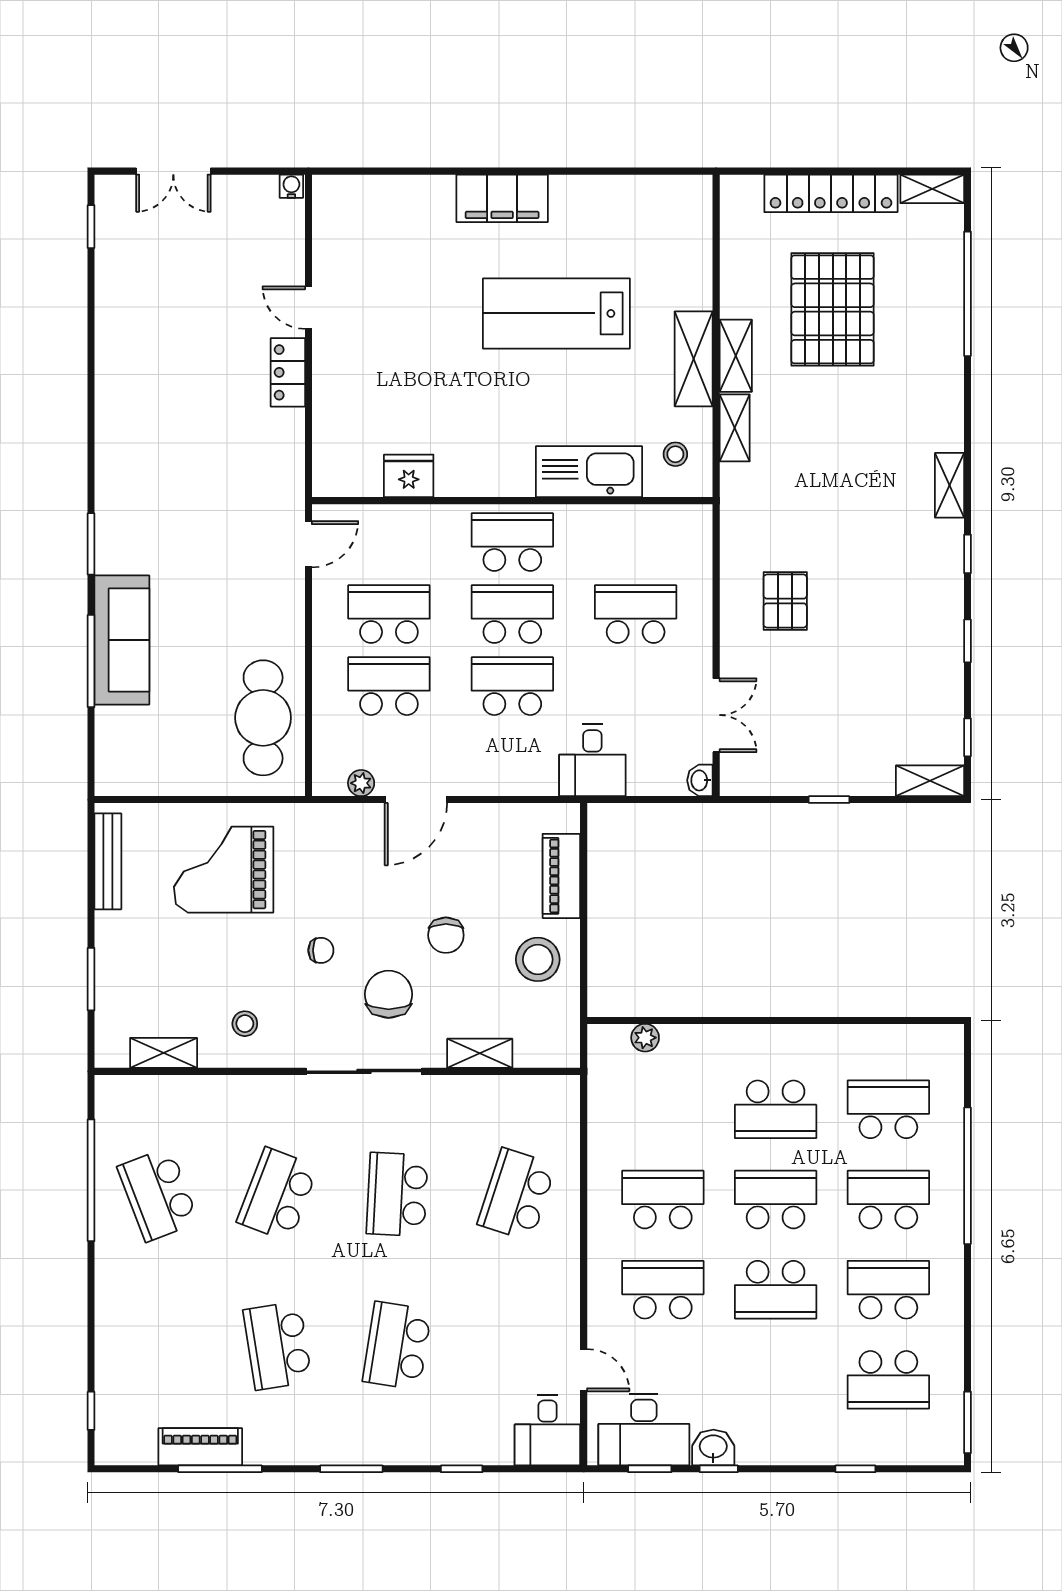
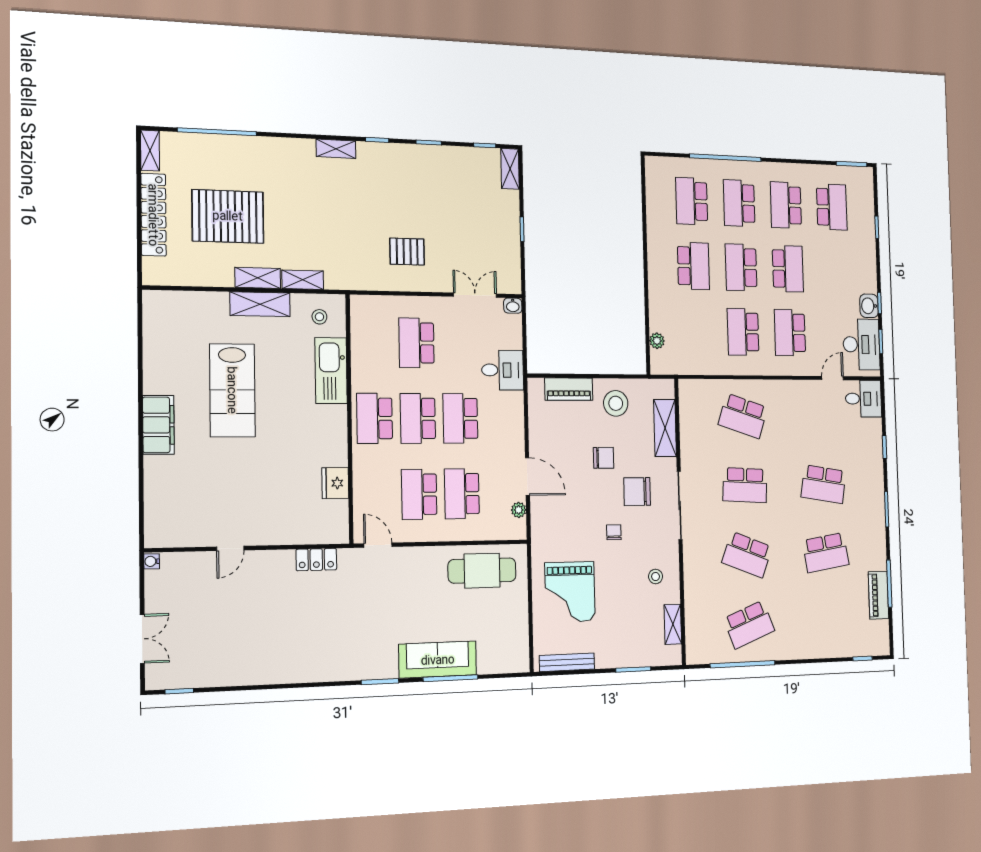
locker: (288, 372) -> (316, 560), moved
shelving: (480, 1053) -> (665, 428), width x1.50, depth x1.33

